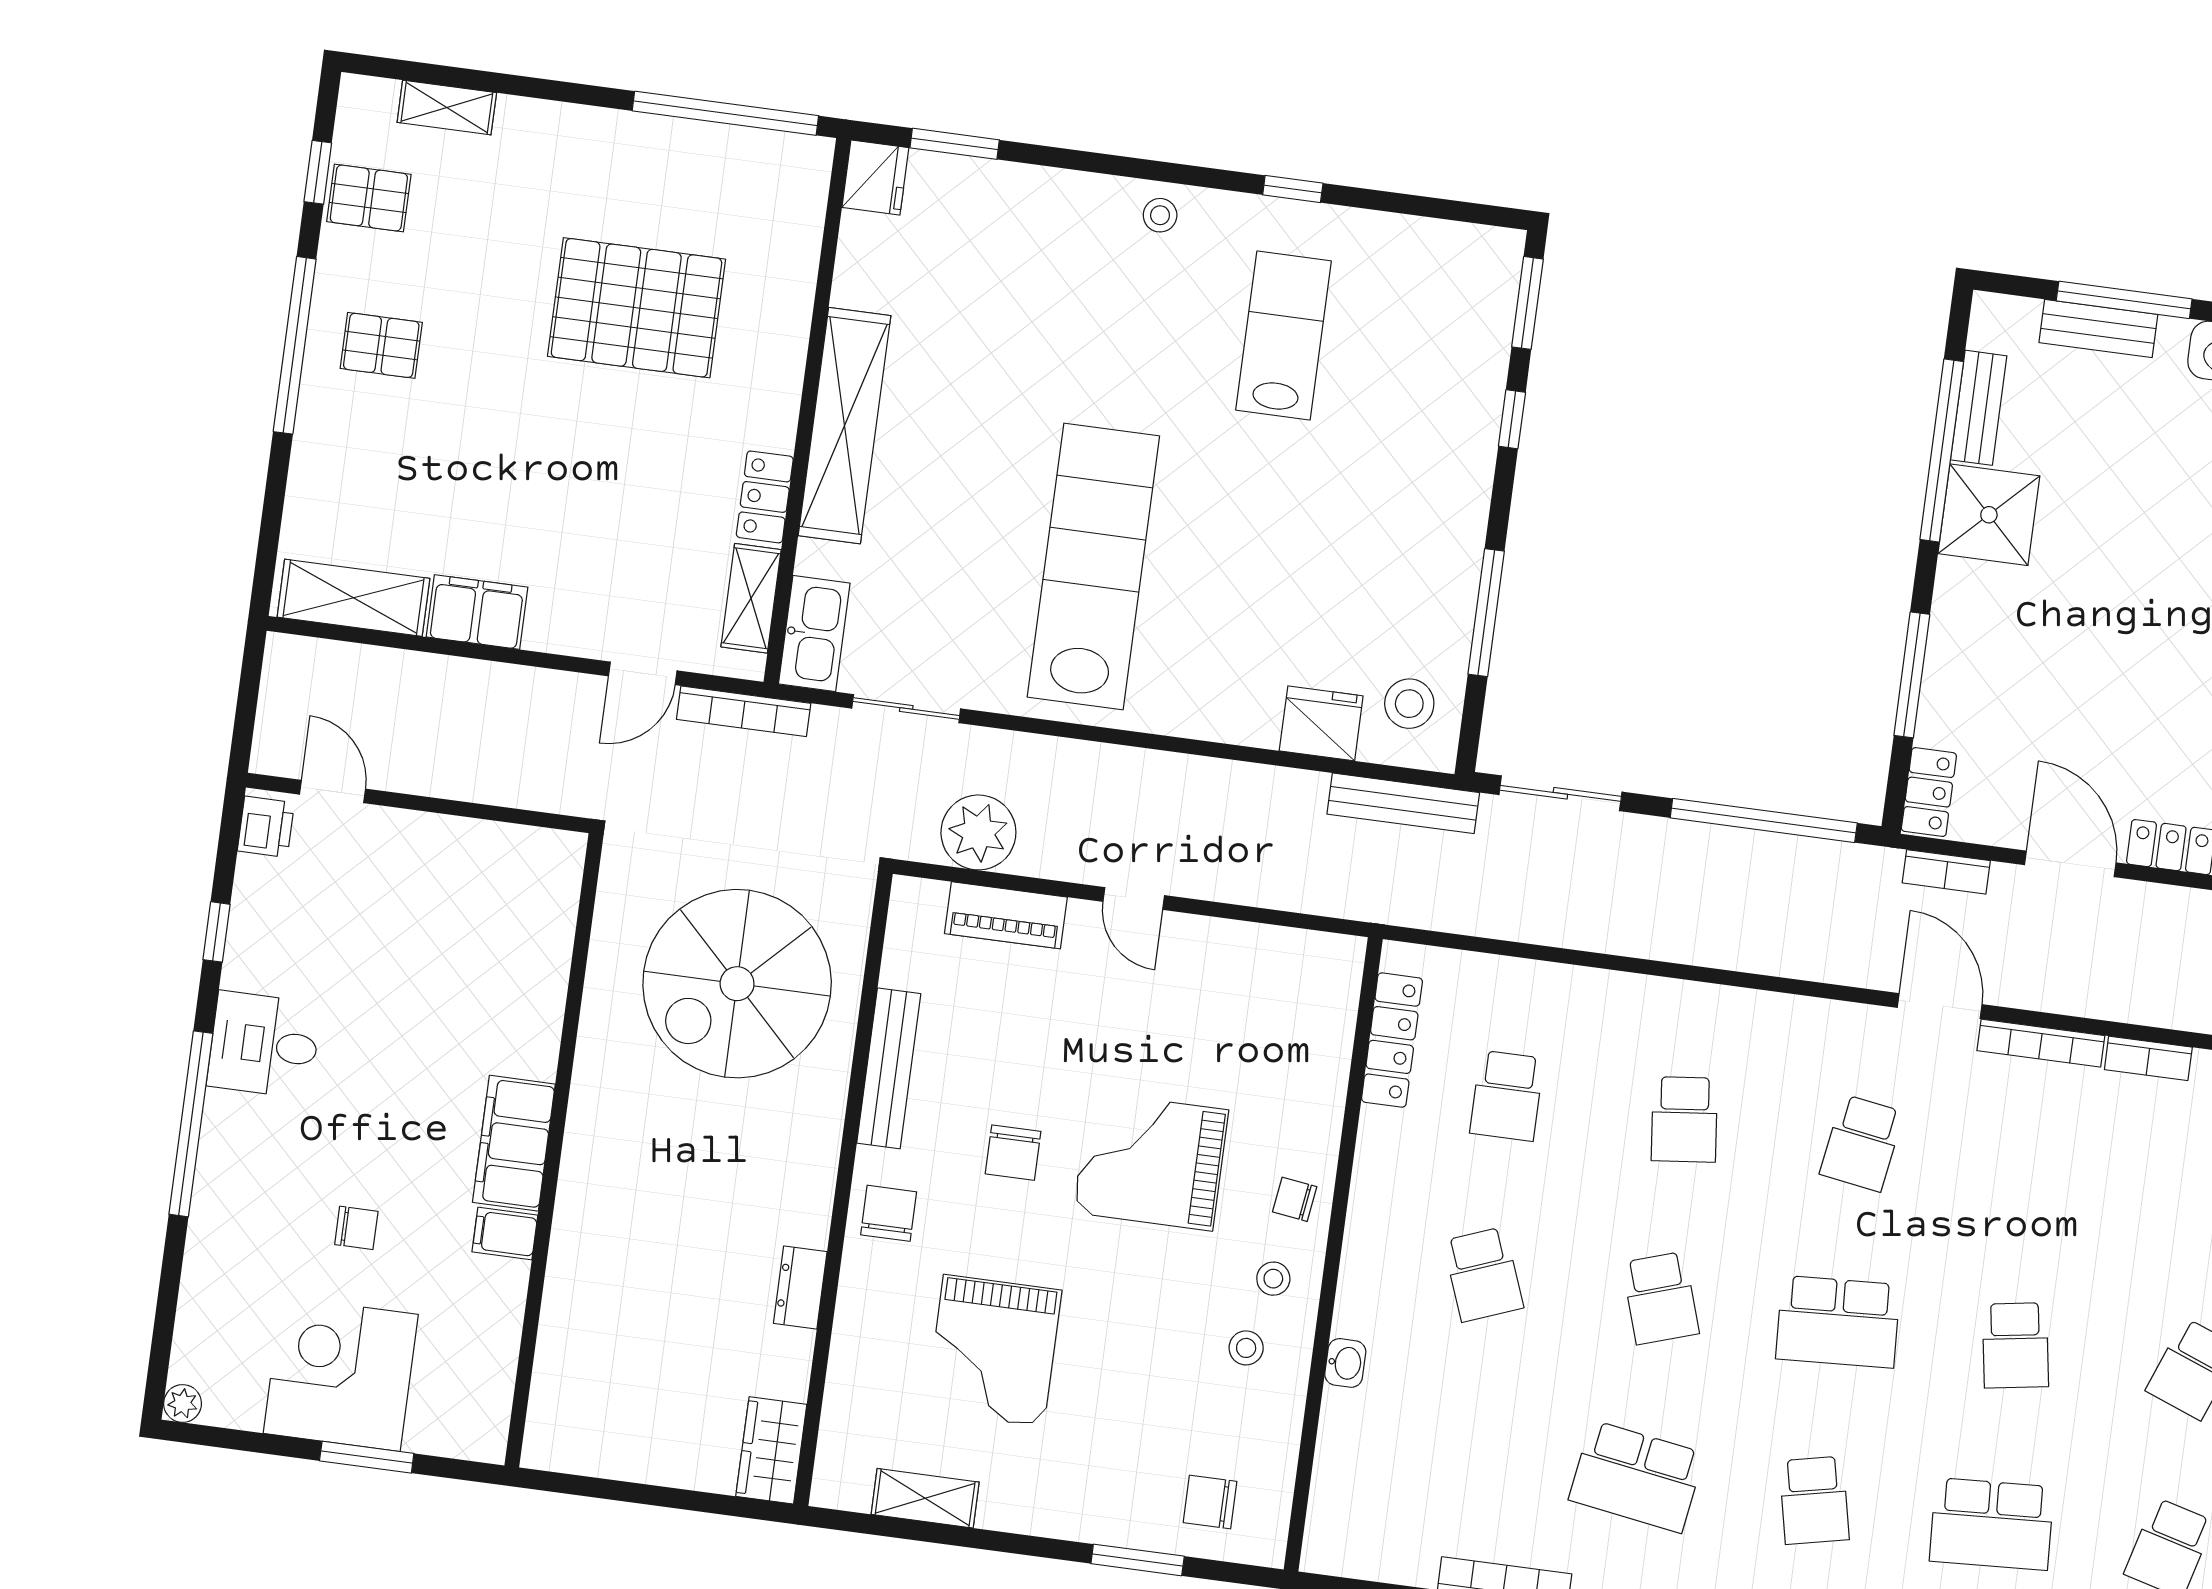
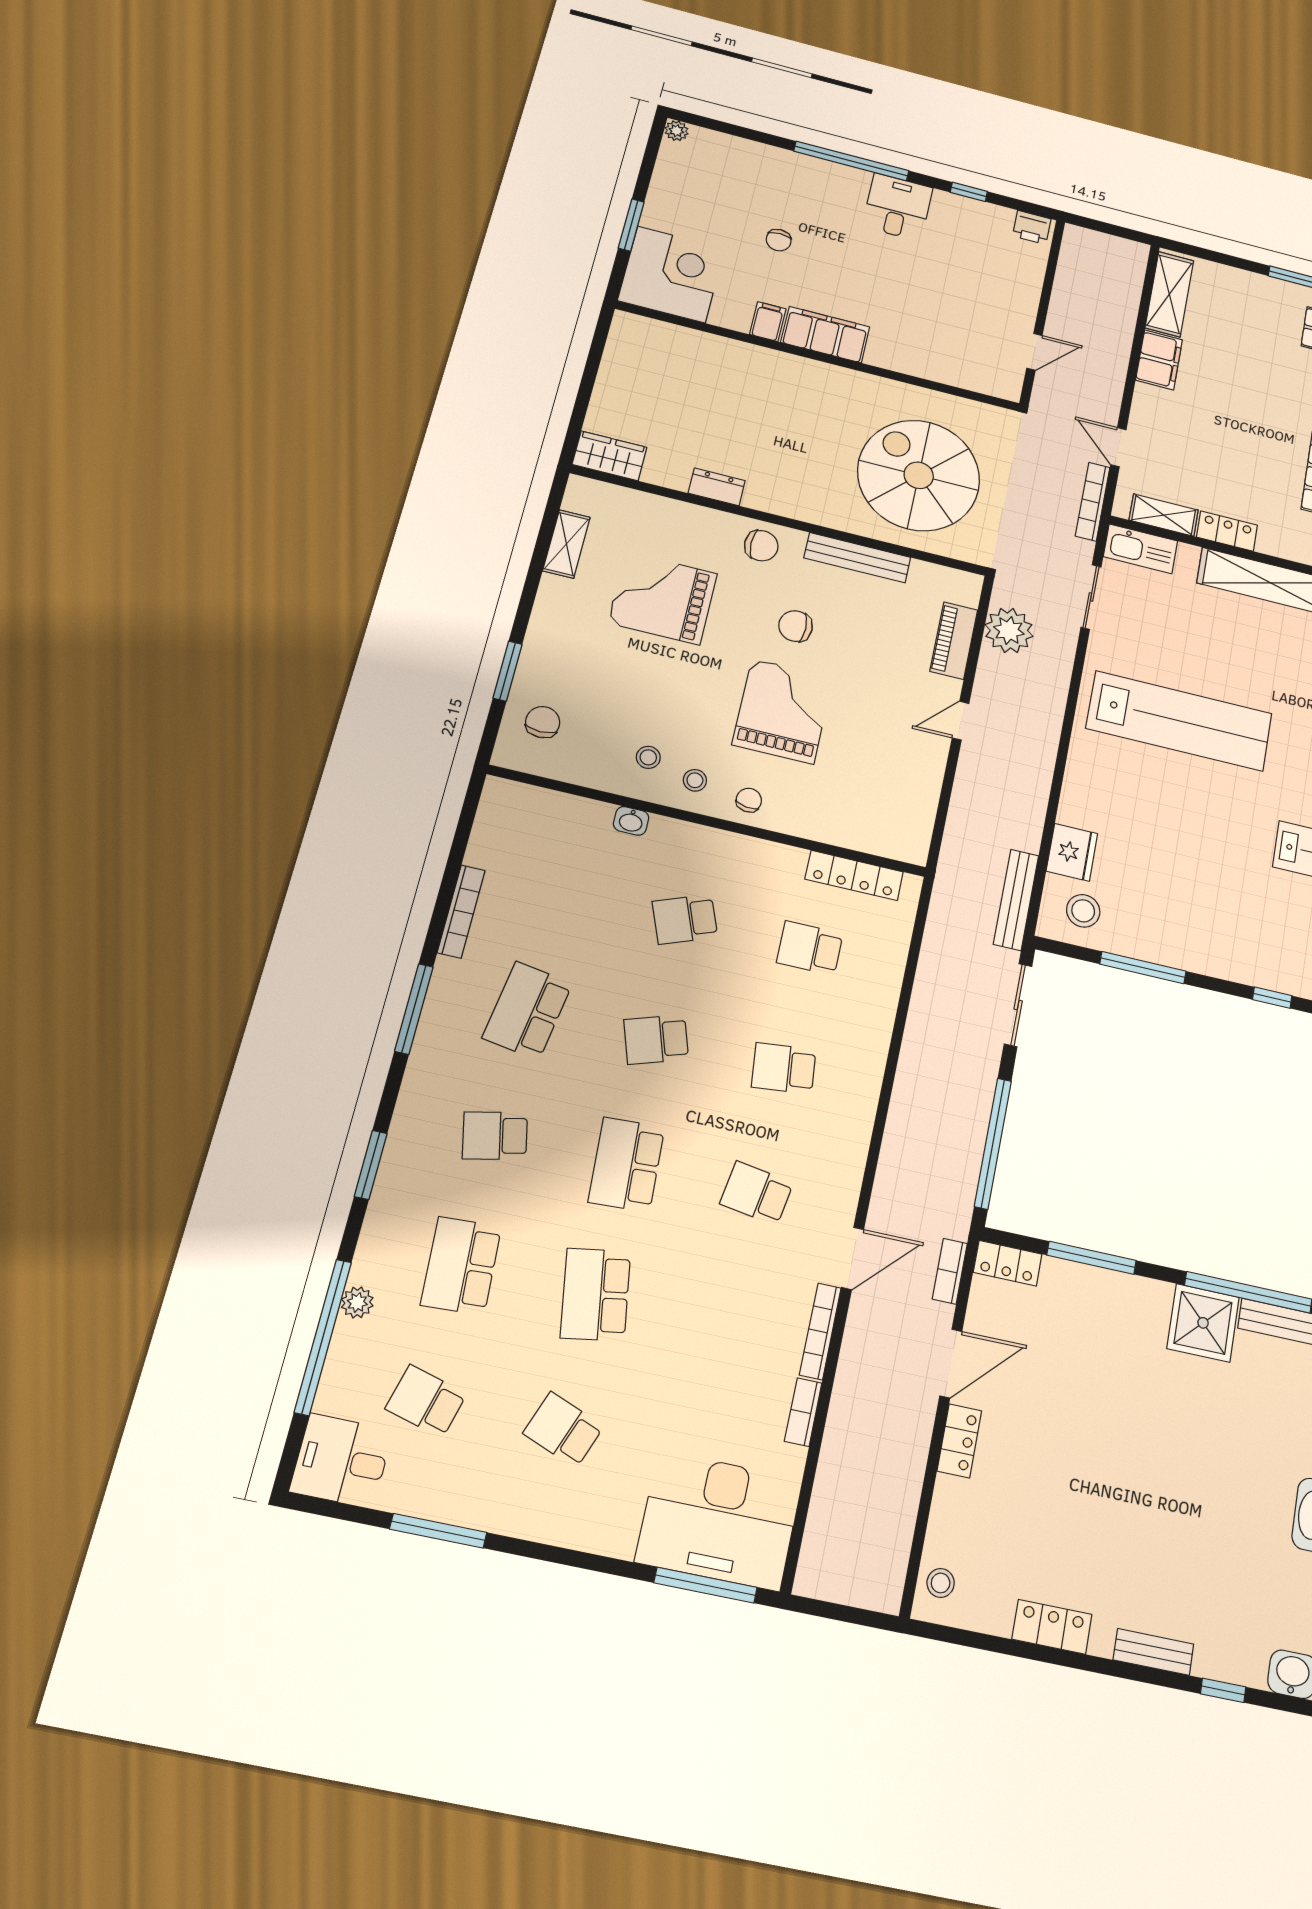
door: (333, 792) -> (1034, 352), moved
school desk: (2015, 1345) -> (596, 1295), width x1.85
corner desk: (341, 1374) -> (671, 274), moved

